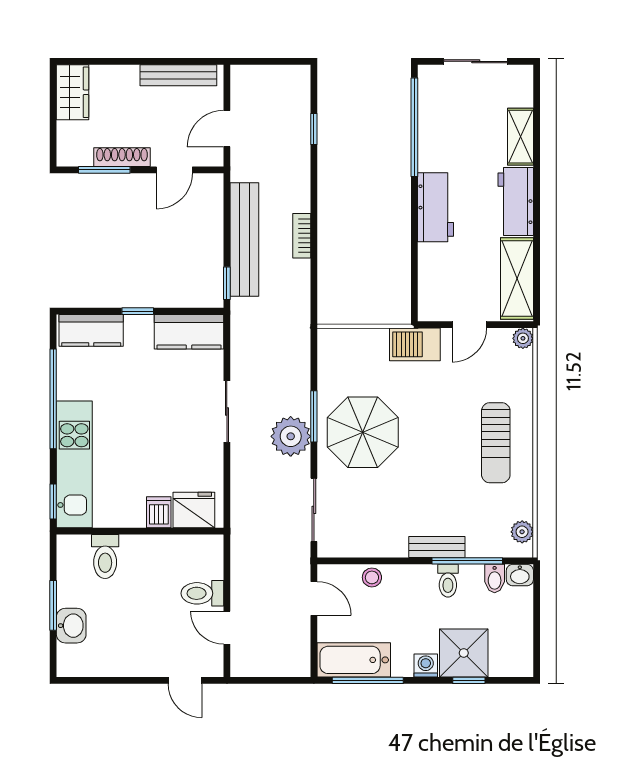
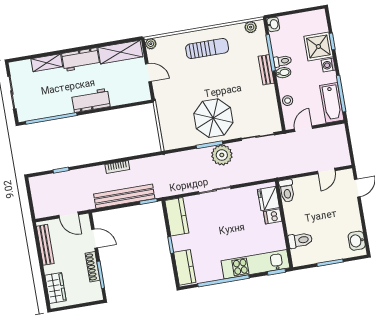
wardrobe: (72, 92) -> (56, 288), moved, turned 90
barbecue: (415, 344) -> (163, 99), removed
bidet: (495, 578) -> (283, 73), moved
toilet: (202, 593) -> (287, 191), moved
washbasin: (71, 626) -> (357, 241), moved, turned -90

